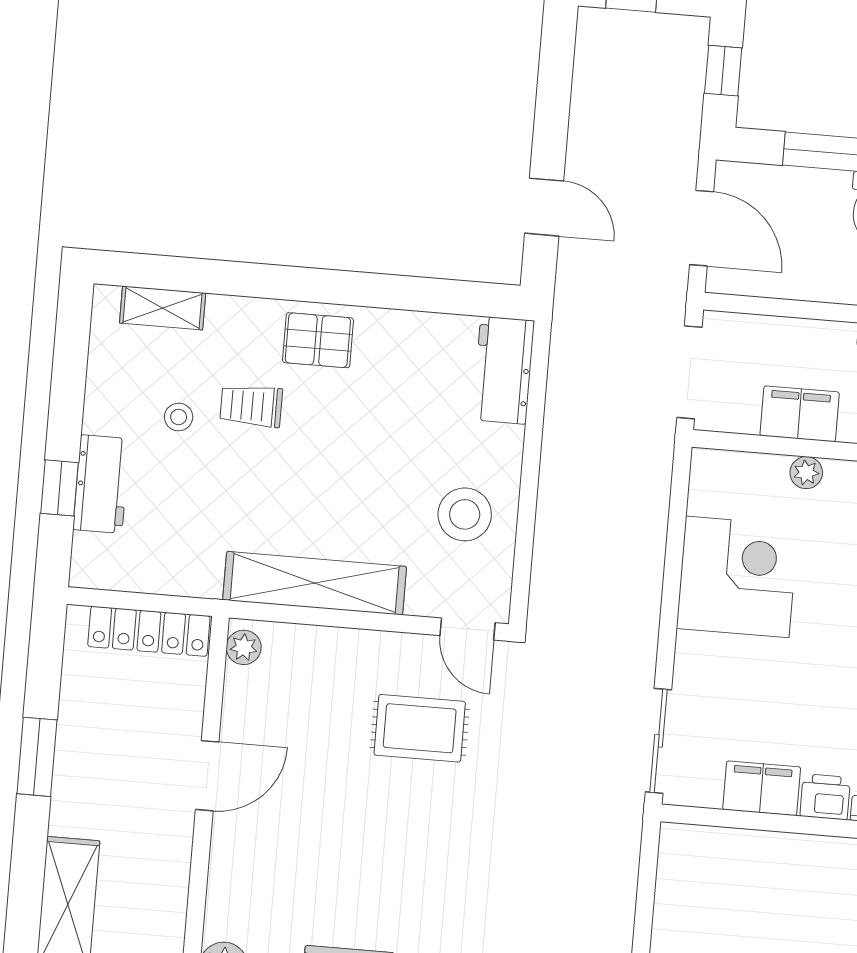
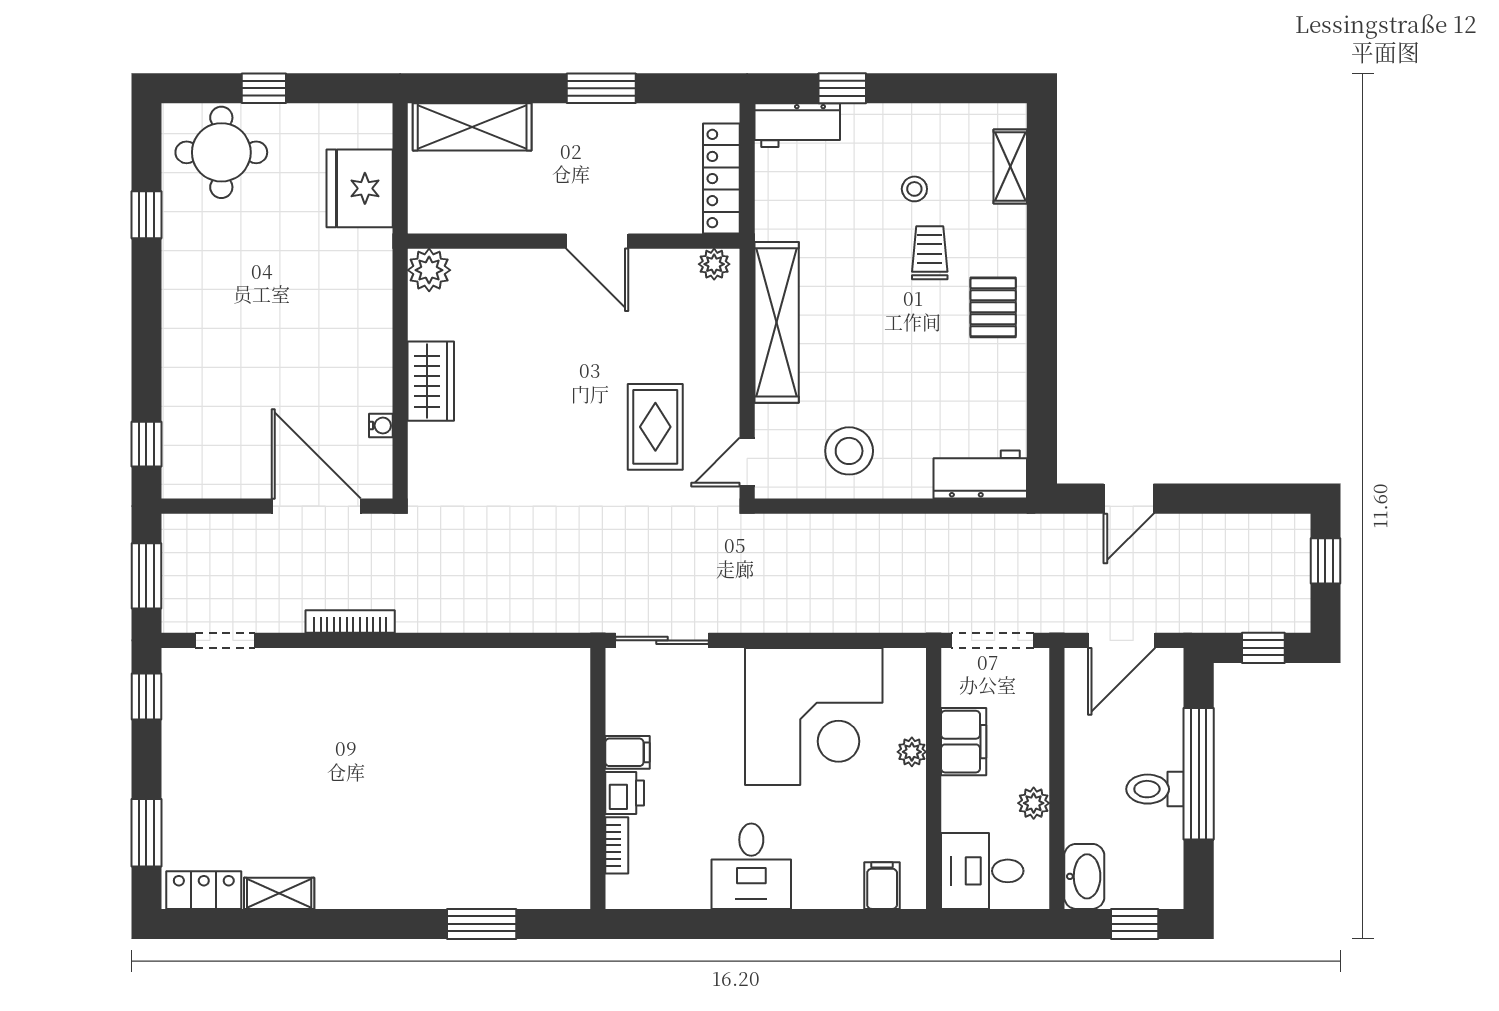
workbench: (101, 484) -> (797, 125), moved
corner desk: (737, 577) -> (814, 717), width x1.36, depth x1.36
filing cabinet: (762, 788) -> (627, 752), width x0.50

